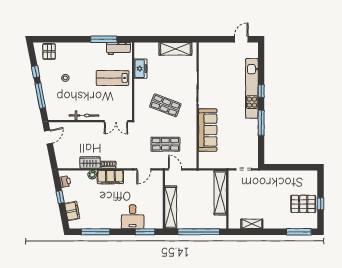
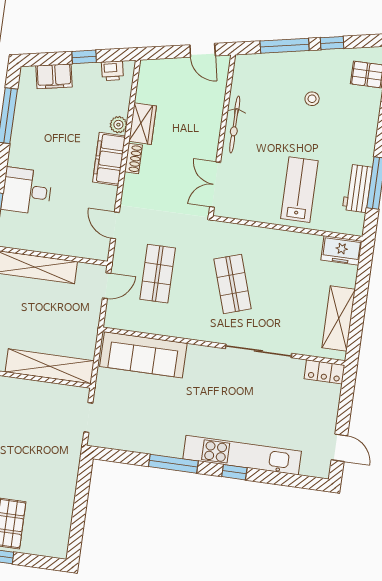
workbench: (118, 48) -> (357, 188), moved
locker: (204, 52) -> (324, 372), added
freezer: (141, 69) -> (341, 250), moved
shop shelf: (165, 105) -> (232, 284), turned -39
sofa: (208, 130) -> (143, 355), moved

